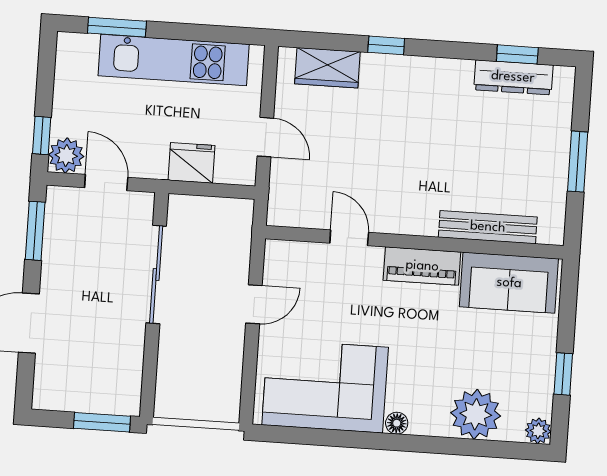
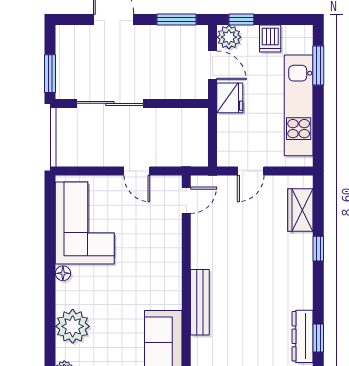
dishwasher: (72, 95) -> (270, 39), added
fridge: (191, 163) -> (230, 98), moved
door: (106, 183) -> (212, 65), hinge flipped
bench: (488, 227) -> (200, 302), moved
door: (349, 238) -> (186, 200), moved
piano: (422, 266) -> (171, 283), removed
sliding door: (156, 274) -> (110, 103), moved

